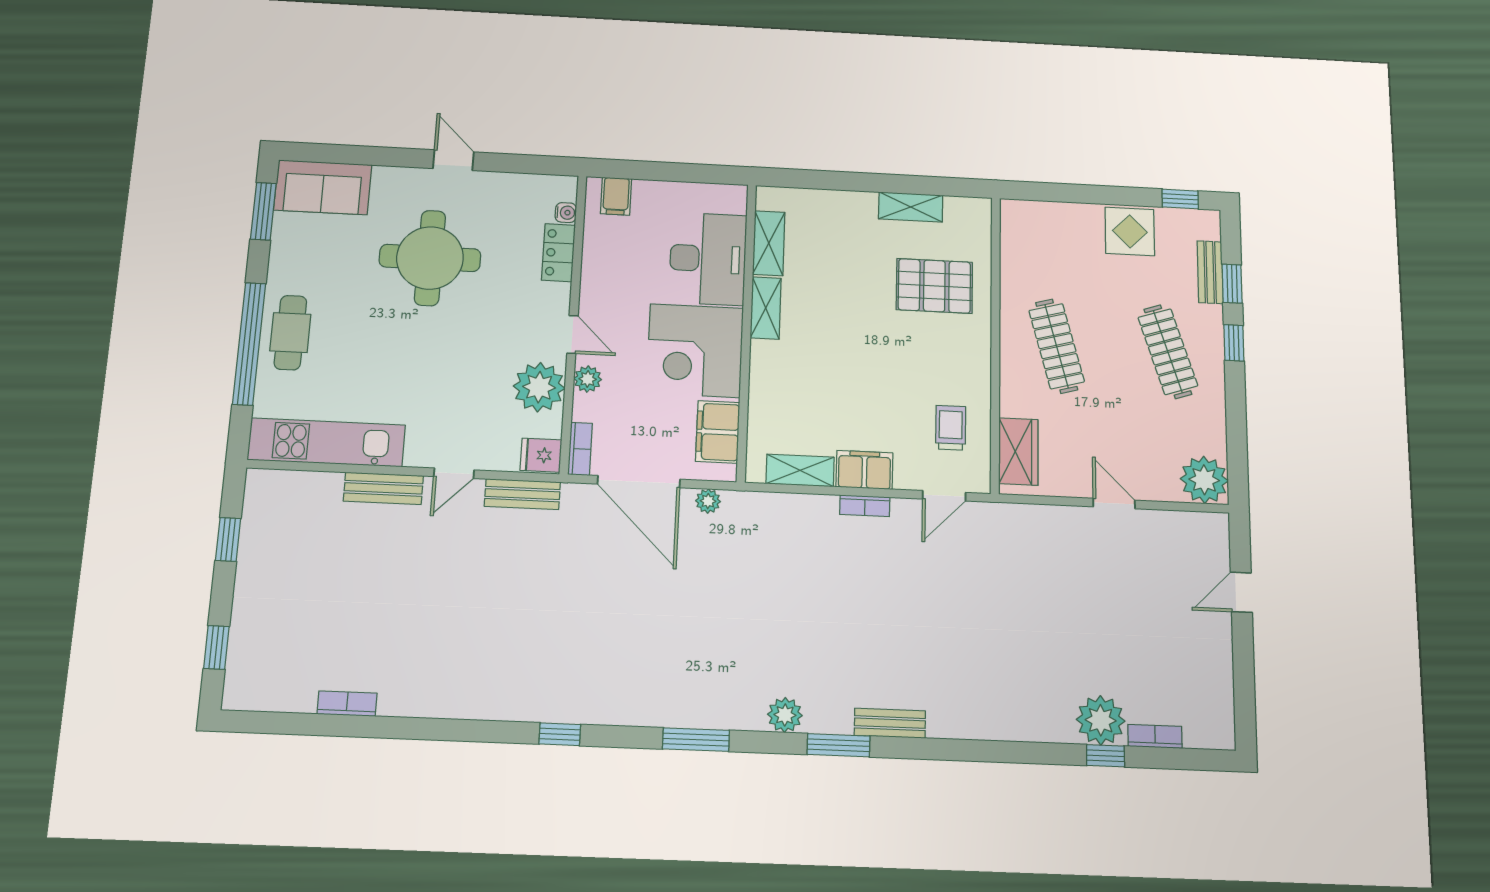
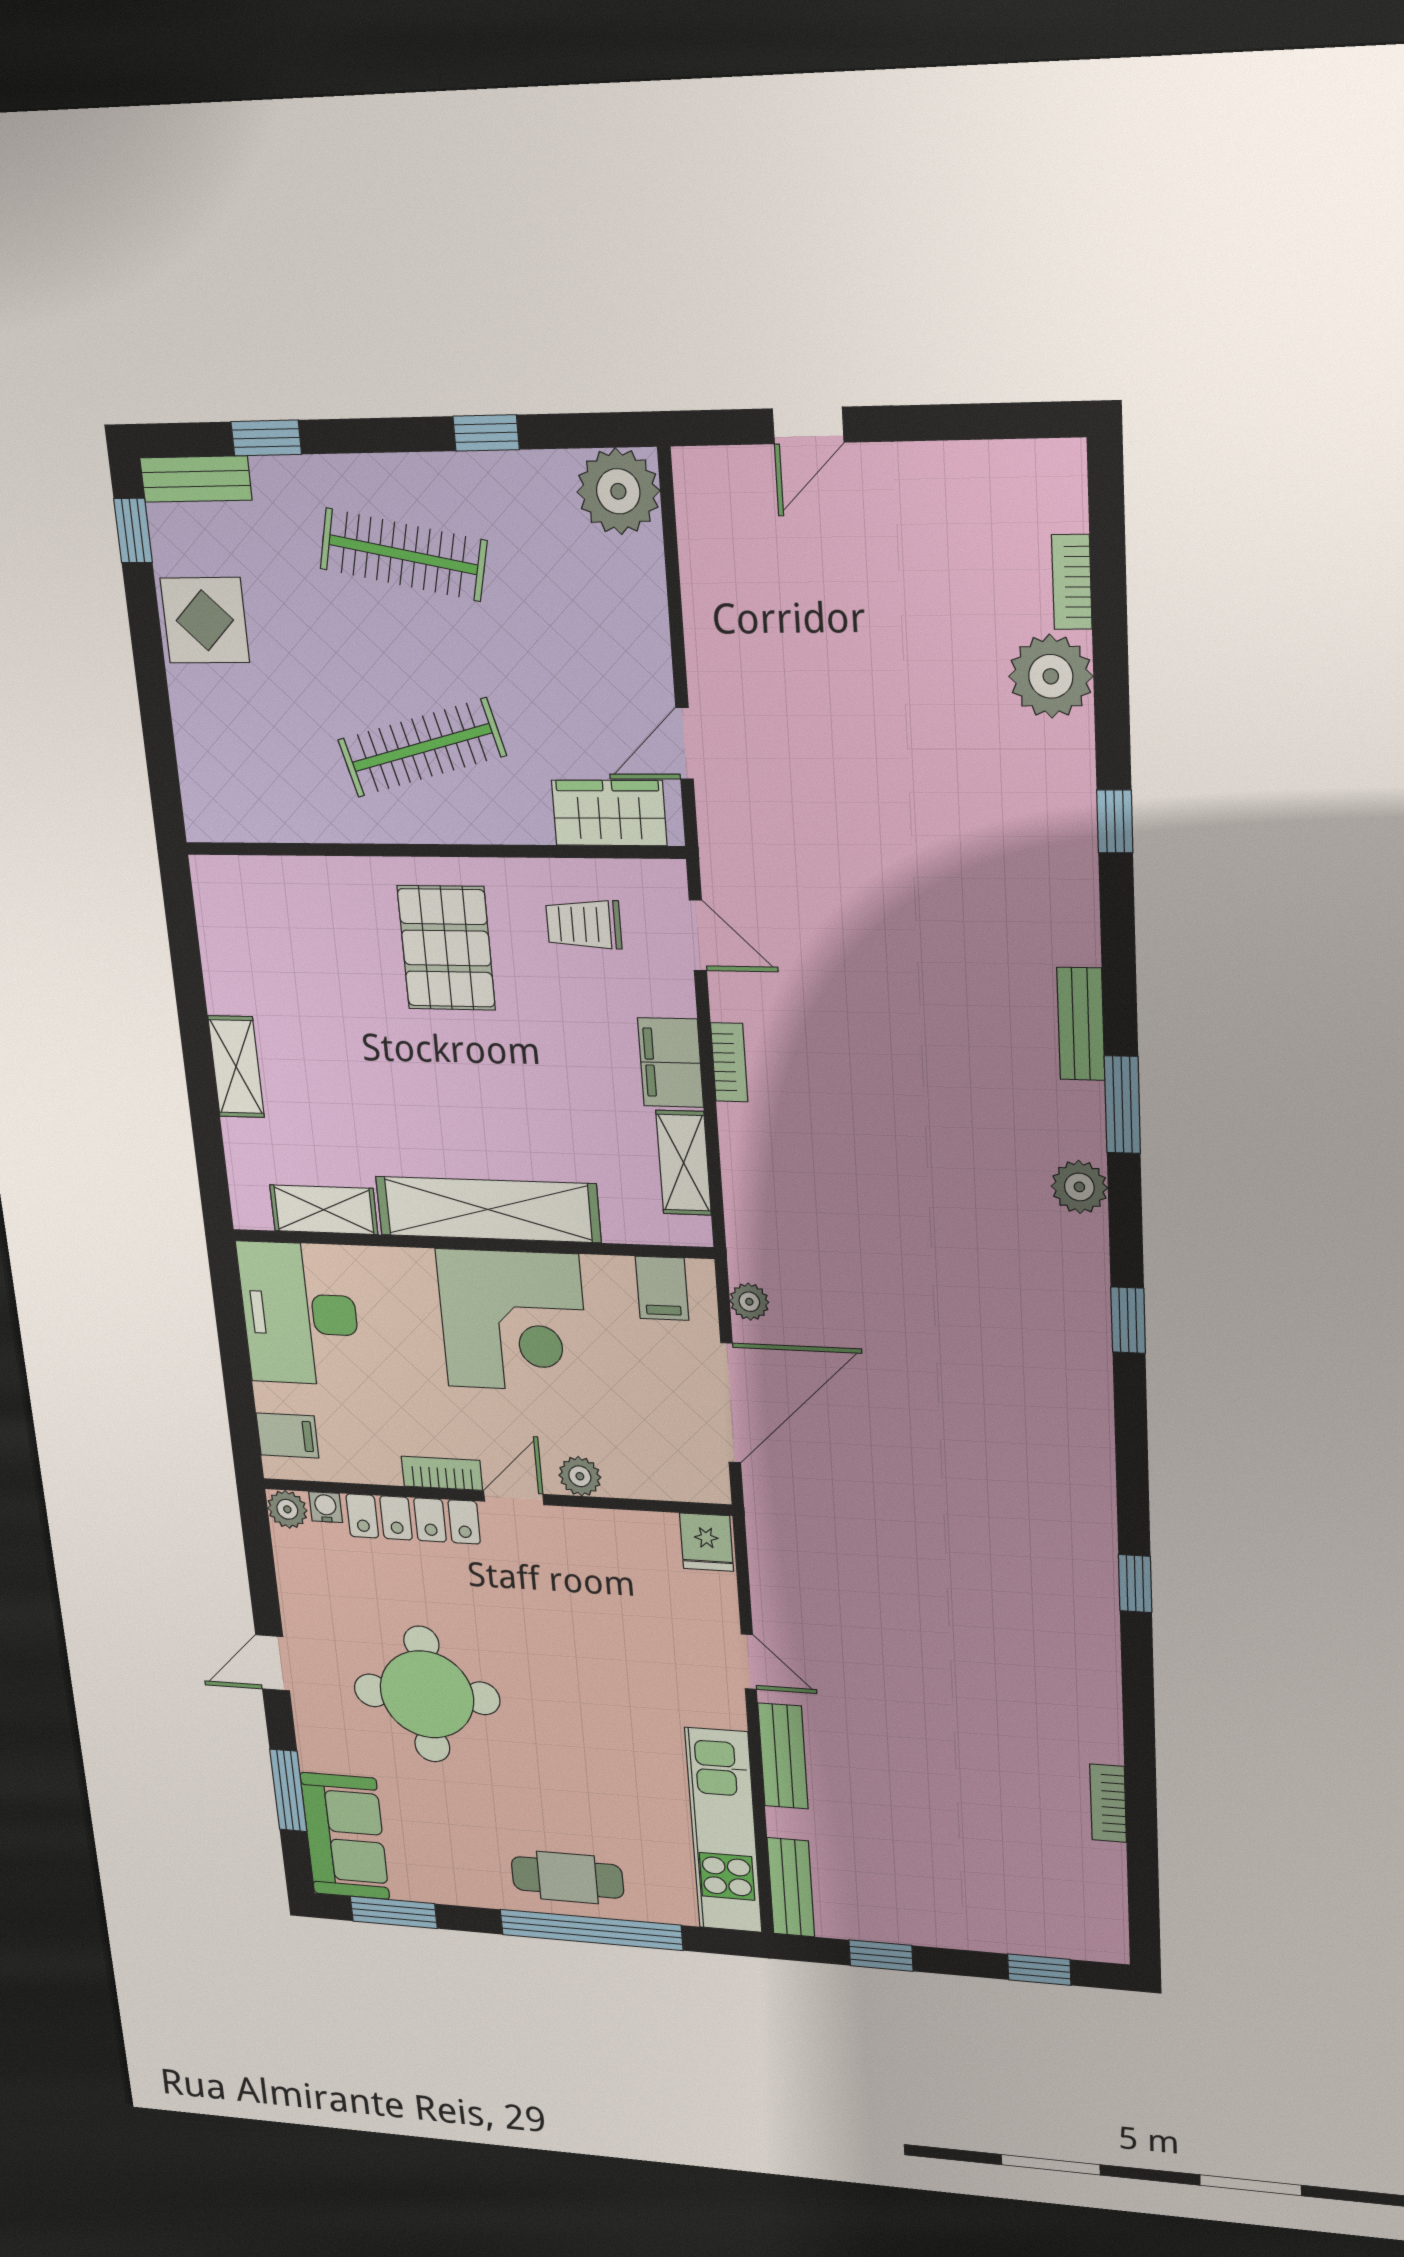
window: (358, 155) -> (288, 1790), added
shelving: (911, 207) -> (236, 1067), moved
locker: (558, 253) -> (413, 1519), width x1.53
desk: (708, 259) -> (300, 1314), moved, turned -90
bench: (1210, 272) -> (196, 479), moved
pallet: (934, 286) -> (446, 948), moved
shelving: (766, 308) -> (488, 1209), width x2.20, depth x1.33
window: (1234, 343) -> (486, 433), moved
clothes rail: (1168, 352) -> (403, 555), turned 30
plant: (539, 387) -> (287, 1509), moved, width x0.53, depth x0.53
filing cabinet: (718, 432) -> (662, 1288), width x0.50
bookcase: (580, 449) -> (442, 1473), moved
bench: (522, 494) -> (791, 1887), moved
door: (1114, 503) -> (684, 743), moved
door: (1241, 592) -> (808, 426), hinge flipped
window: (560, 734) -> (1135, 1584), moved
window: (696, 740) -> (1128, 1320), width x0.67
window: (1106, 756) -> (1115, 821), moved

